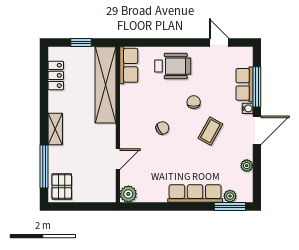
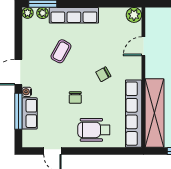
row of seats: (129, 65) -> (134, 114), width x2.02
coffee table: (210, 131) -> (61, 51), moved
plant: (247, 166) -> (28, 13), moved

